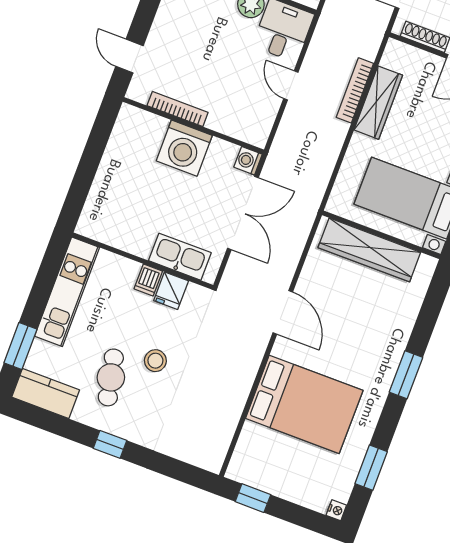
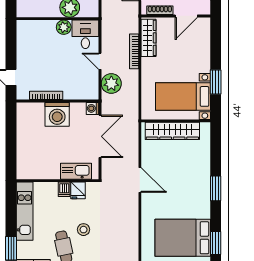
wardrobe: (378, 103) -> (148, 38), moved
plant: (296, 130) -> (111, 84), added
bed: (304, 404) -> (183, 238), moved, turned 180

